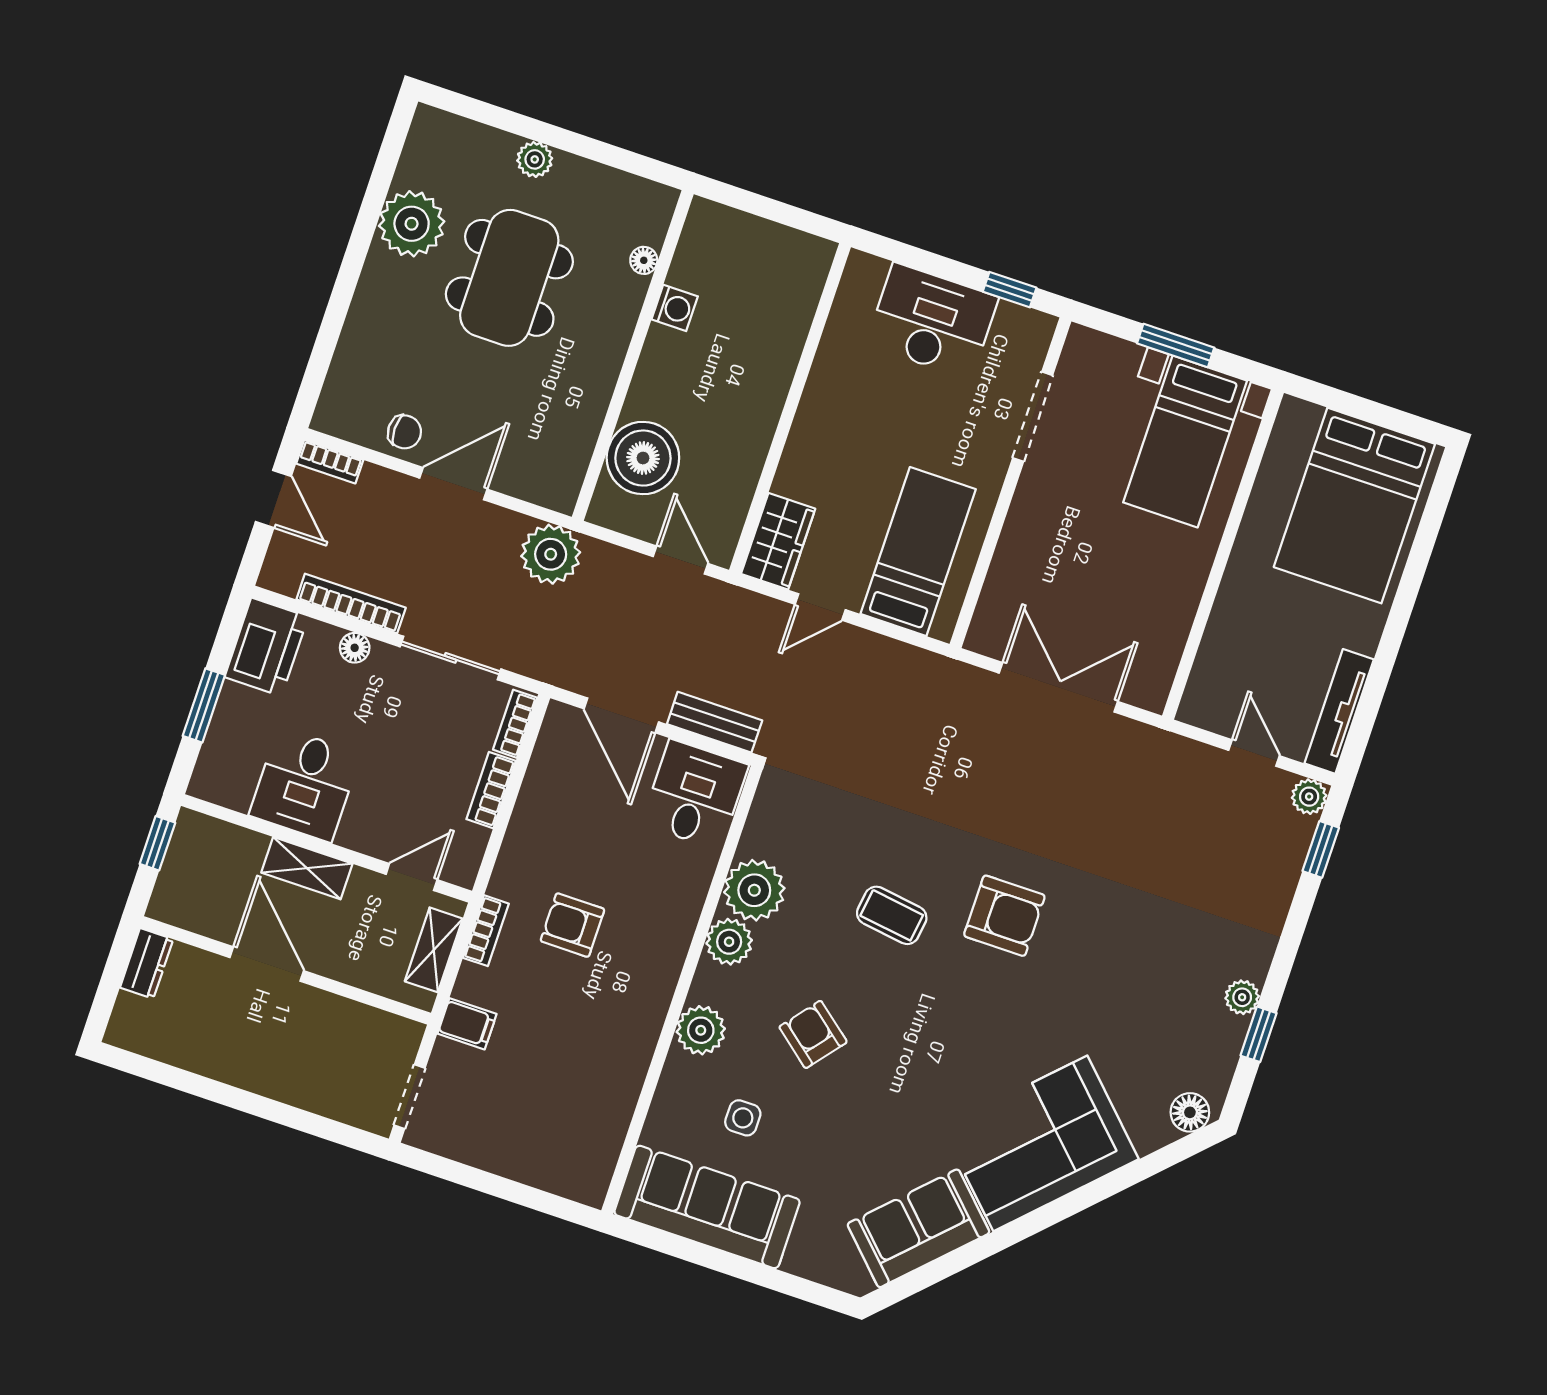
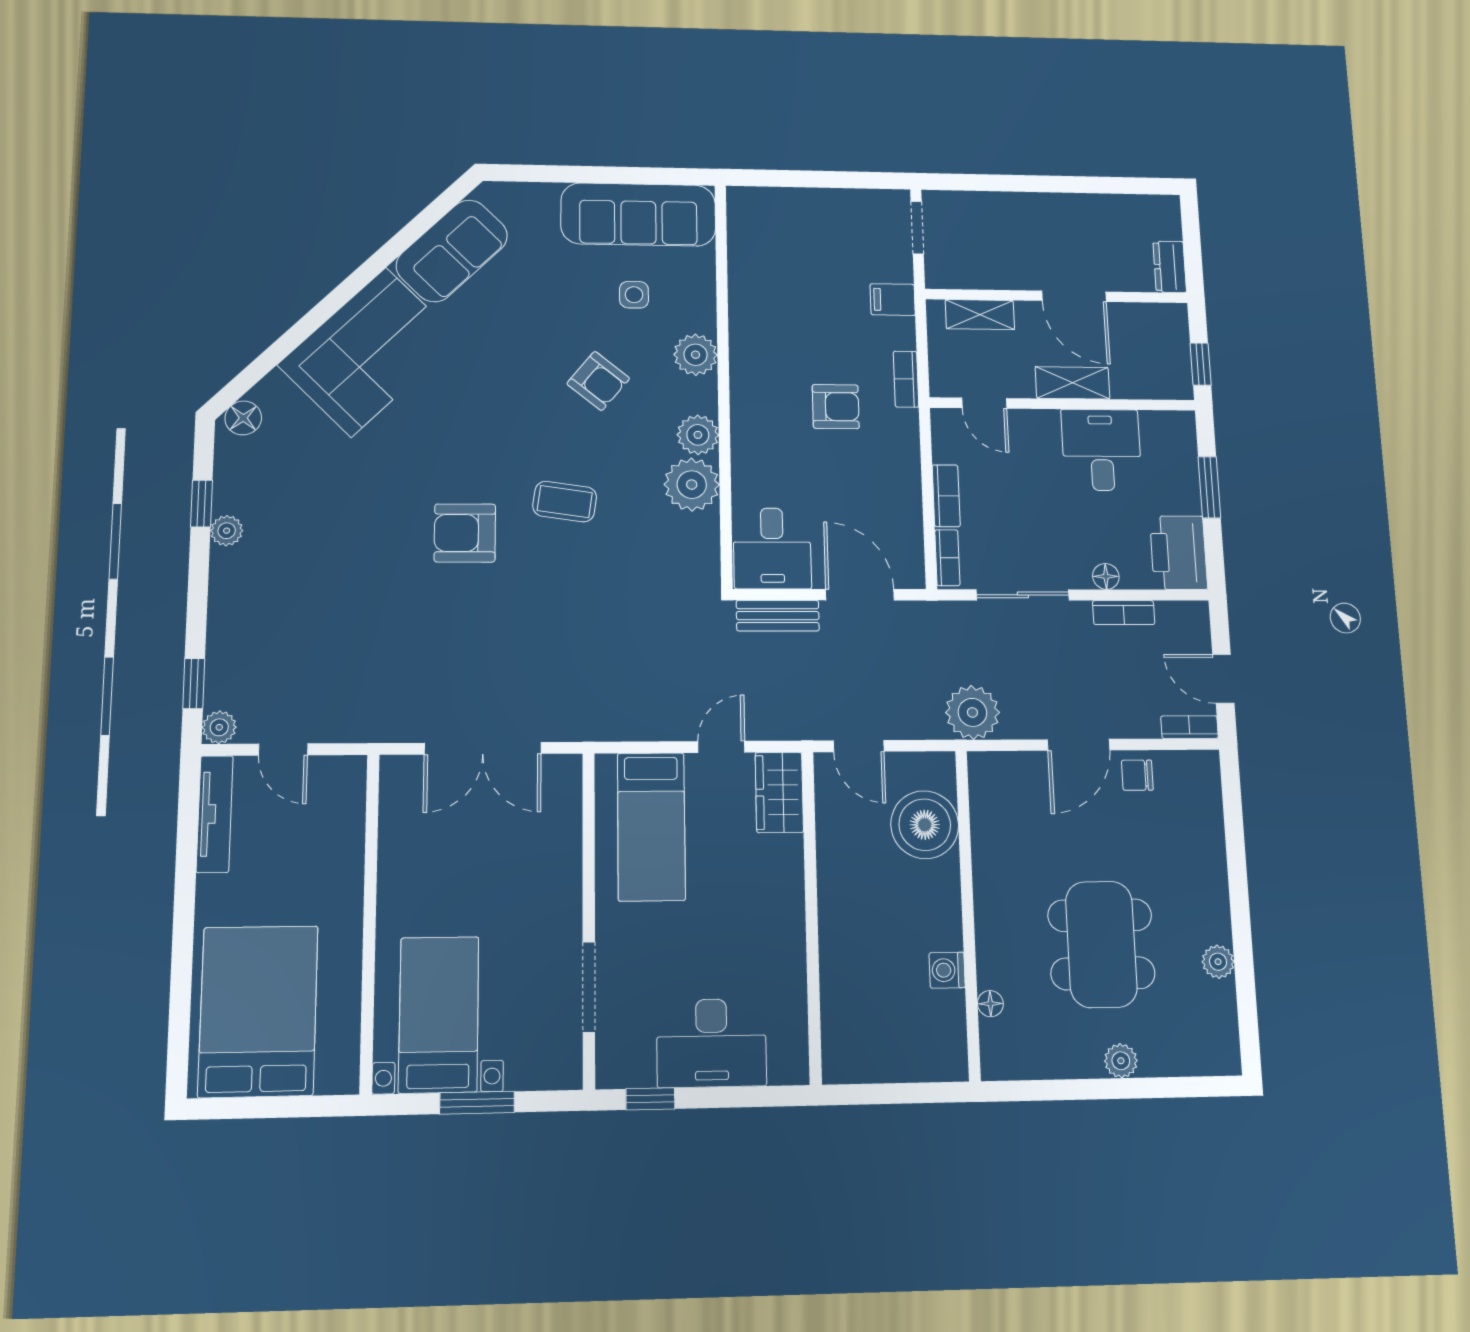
plant: (412, 224) -> (1218, 962), width x0.53, depth x0.53
bookcase: (351, 603) -> (1124, 613), width x0.64
door: (412, 877) -> (984, 403), hinge flipped
shelving: (434, 950) -> (980, 315), moved, turned 90

